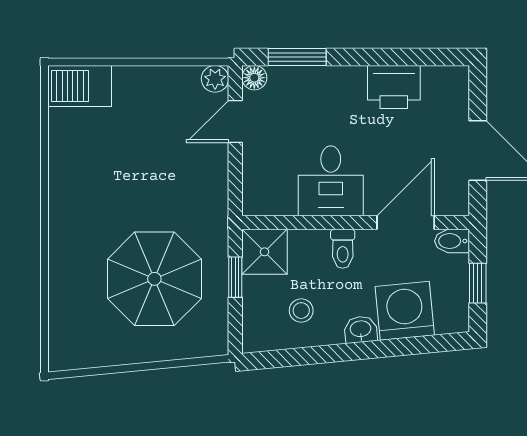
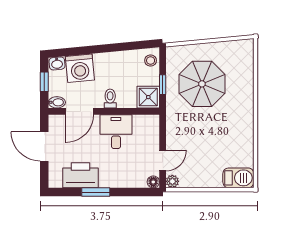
window: (297, 57) -> (96, 192), moved
printer: (394, 87) -> (80, 175), width x1.37, depth x1.19
stool: (301, 311) -> (151, 61), moved
washbasin: (361, 329) -> (57, 63), moved

